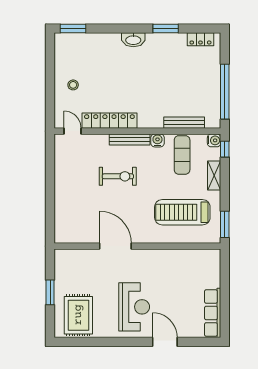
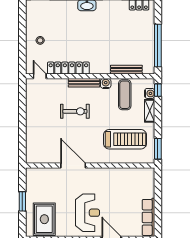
water cooler: (214, 140) -> (150, 93), moved
treadmill: (182, 212) -> (125, 139), turned 180

